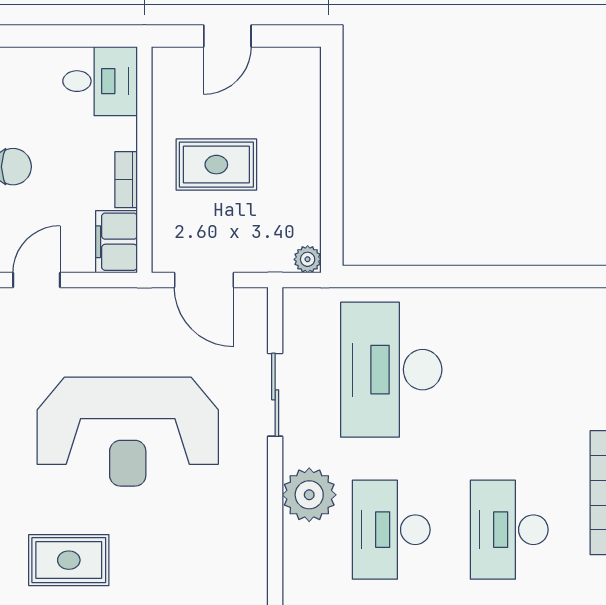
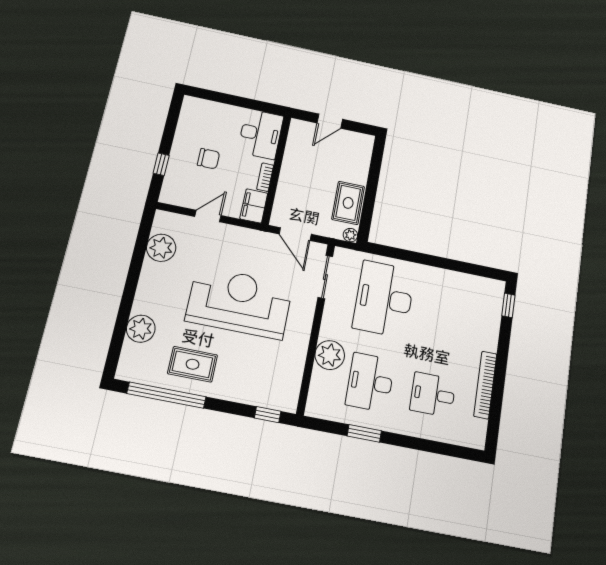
desk: (100, 81) -> (261, 134), width x1.37
rug: (216, 165) -> (348, 203), moved, turned 90
sliding door: (275, 395) -> (325, 277), moved
reception desk: (128, 432) -> (239, 303), turned 180
desk: (509, 530) -> (433, 395), width x0.73

